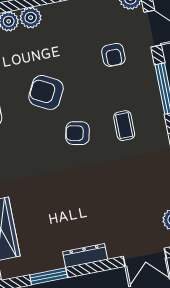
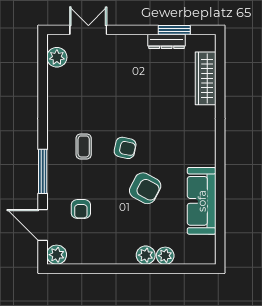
armchair: (113, 55) -> (81, 209), turned 180
dresser: (85, 256) -> (167, 41), moved

